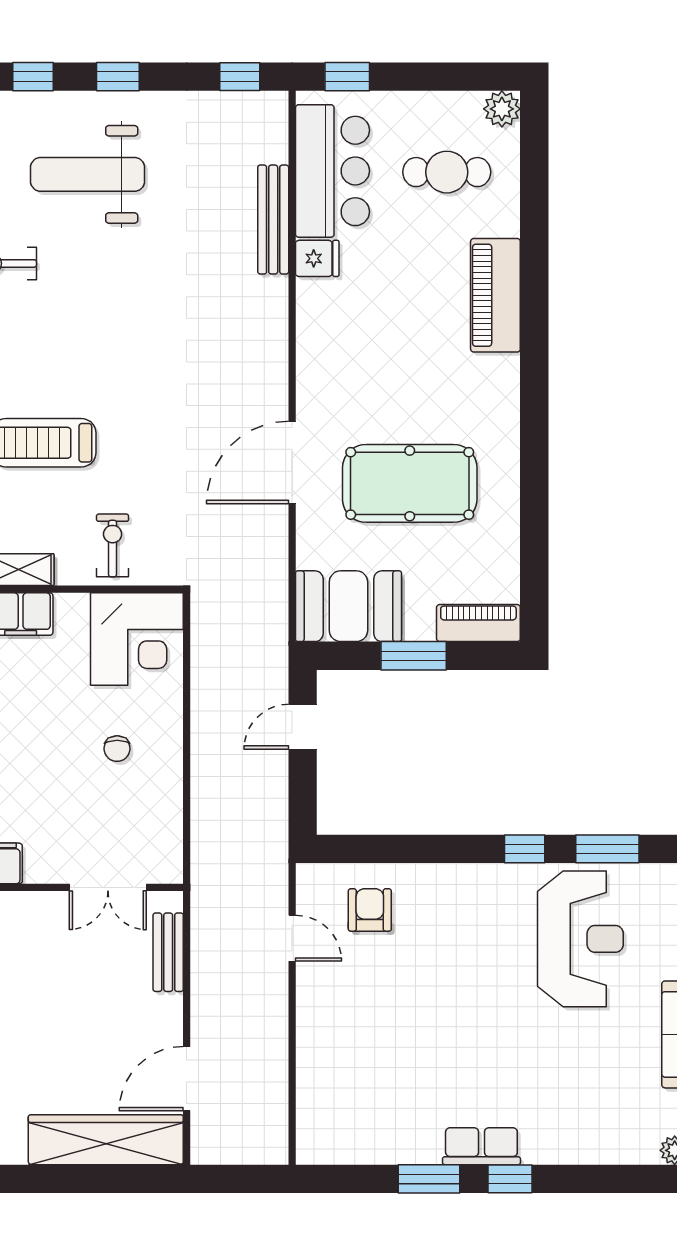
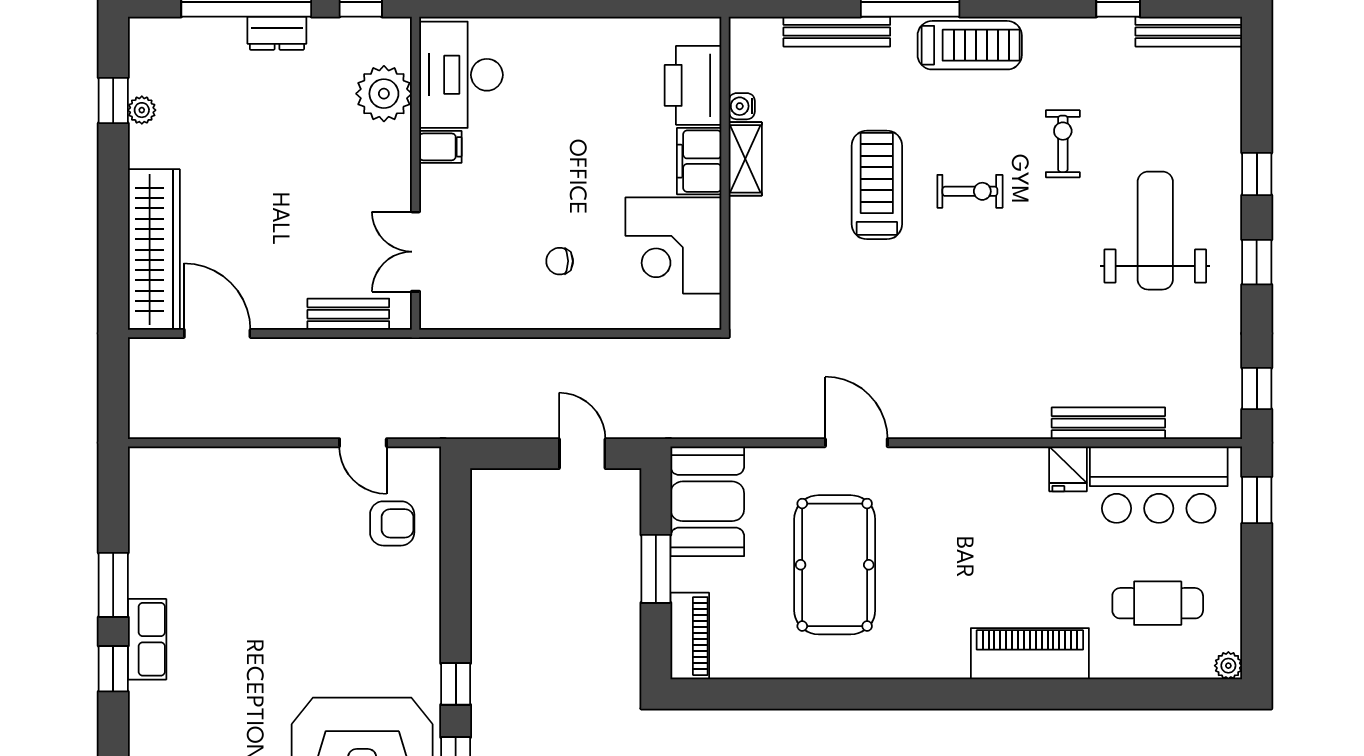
plant: (502, 109) -> (1228, 666), width x0.73, depth x0.73
cafe table: (447, 172) -> (1158, 603), turned 90
door: (292, 463) -> (856, 443), width x0.73
exercise bike: (113, 545) -> (970, 191), moved
corner desk: (137, 639) -> (673, 245), moved
door: (292, 938) -> (363, 443), hinge flipped

